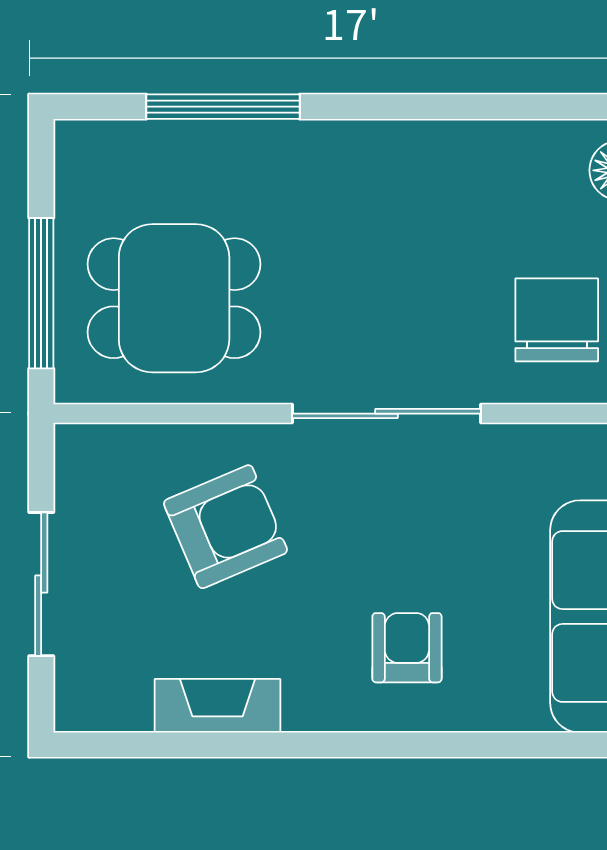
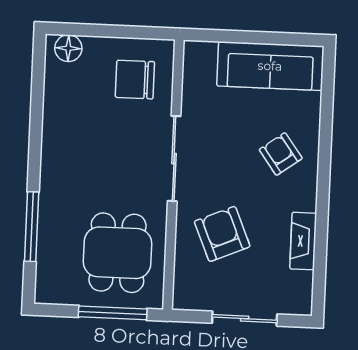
armchair: (407, 648) -> (281, 154), turned 54

